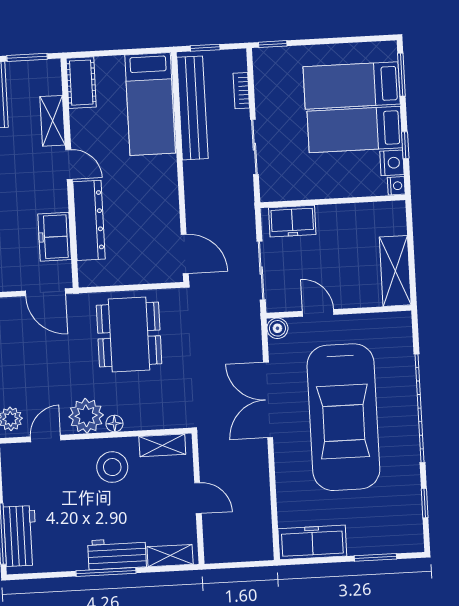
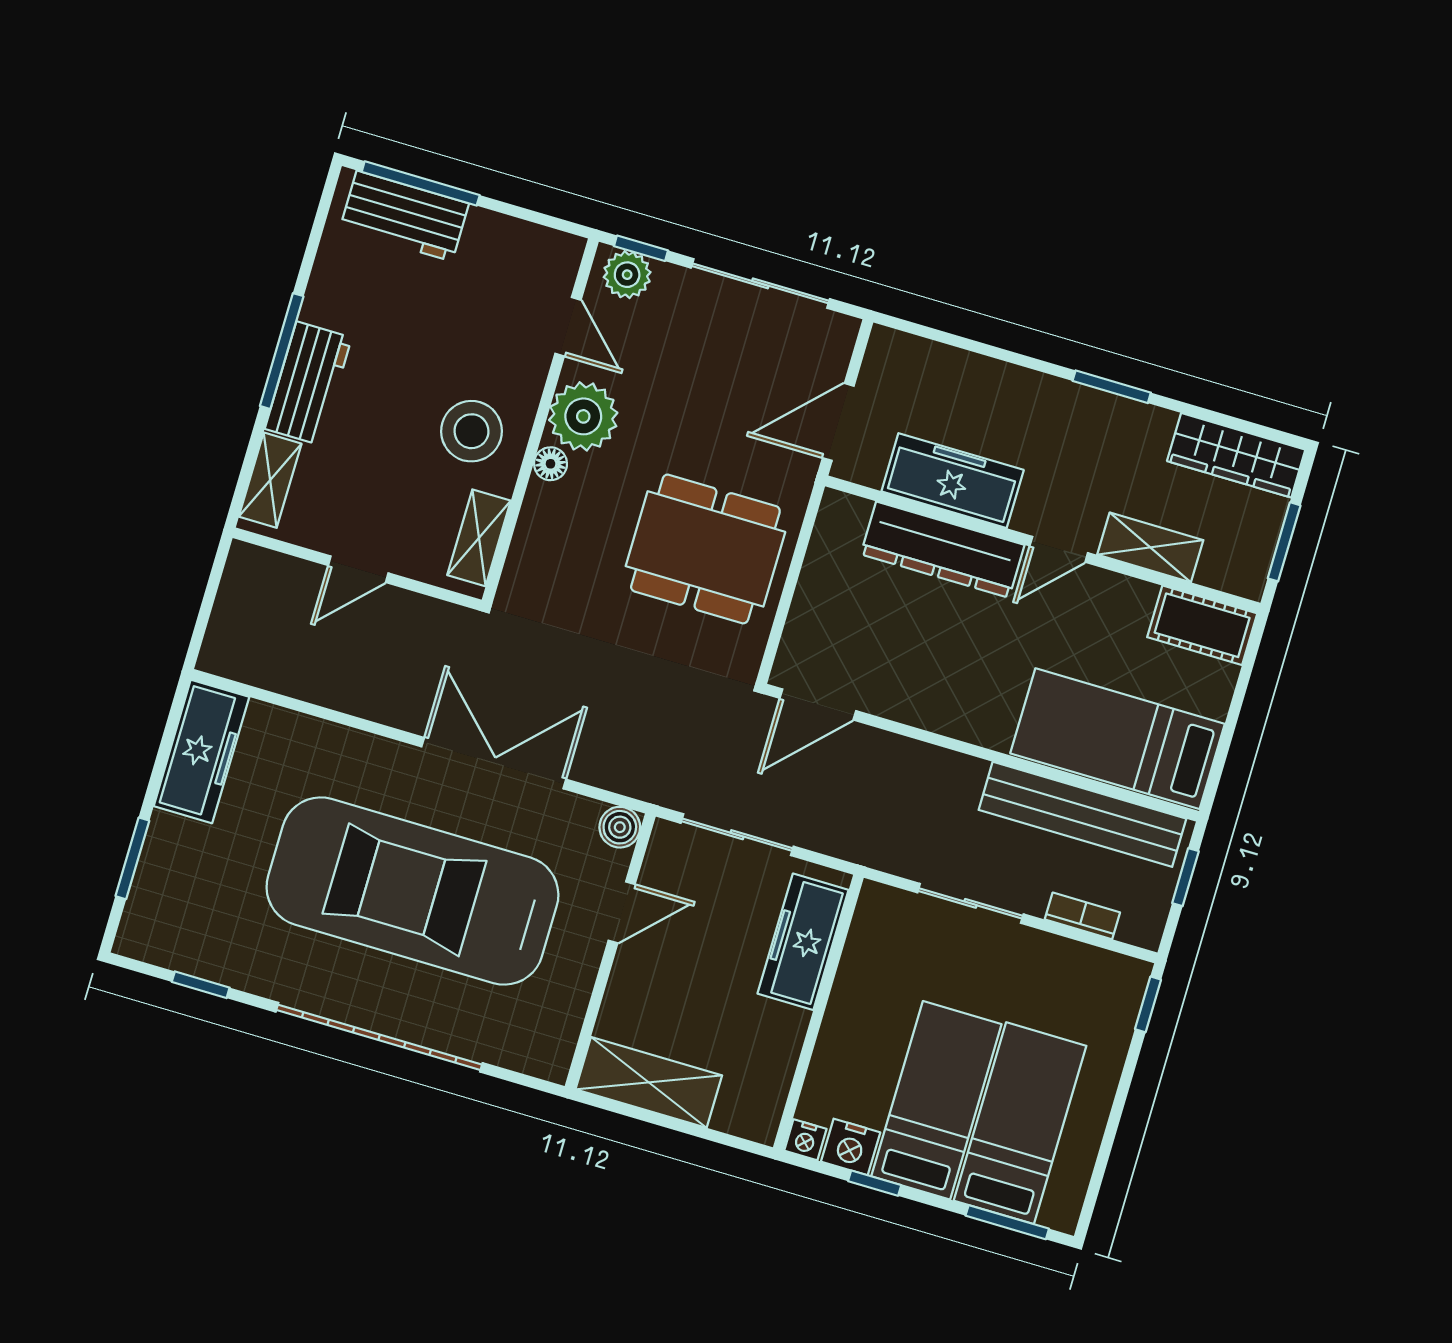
freezer: (292, 221) -> (803, 942), width x1.40
freezer: (55, 237) -> (953, 481), width x1.40

